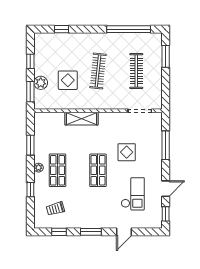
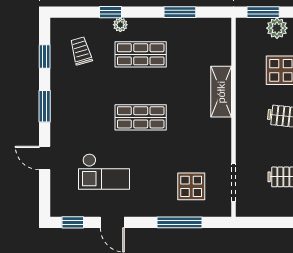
display table: (127, 152) -> (191, 186), moved
plant: (39, 168) -> (120, 25), moved

